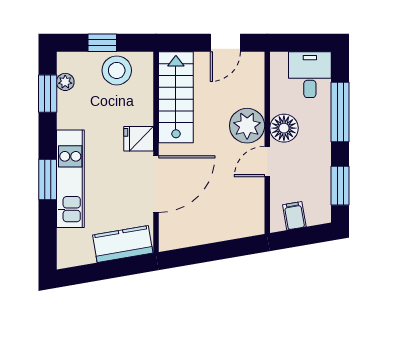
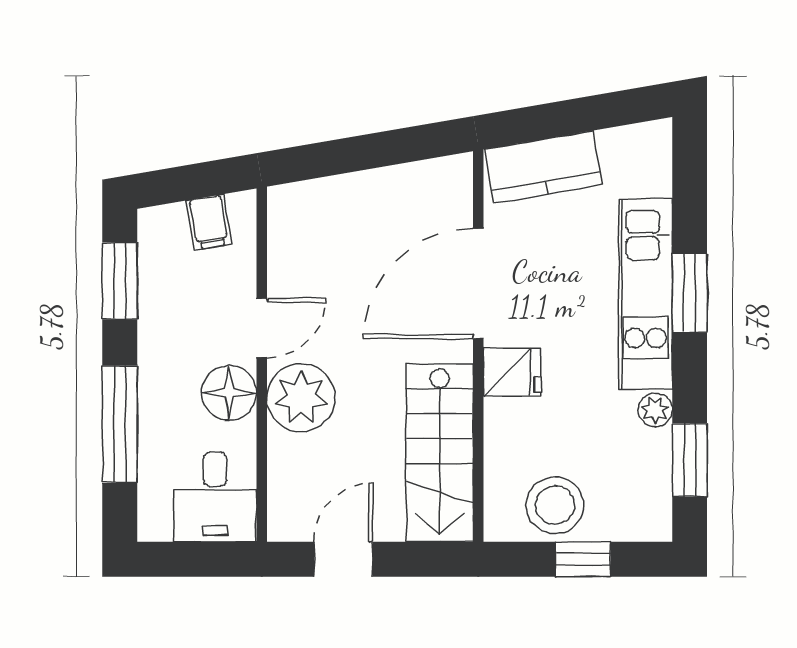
desk: (310, 75) -> (215, 497), moved
plant: (65, 82) -> (655, 410), moved

